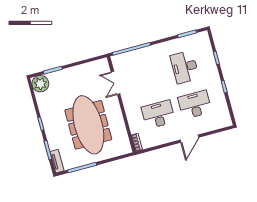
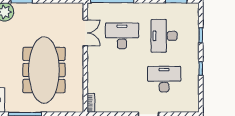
double door: (116, 83) -> (85, 33), swing flipped
desk: (158, 115) -> (122, 36), moved

